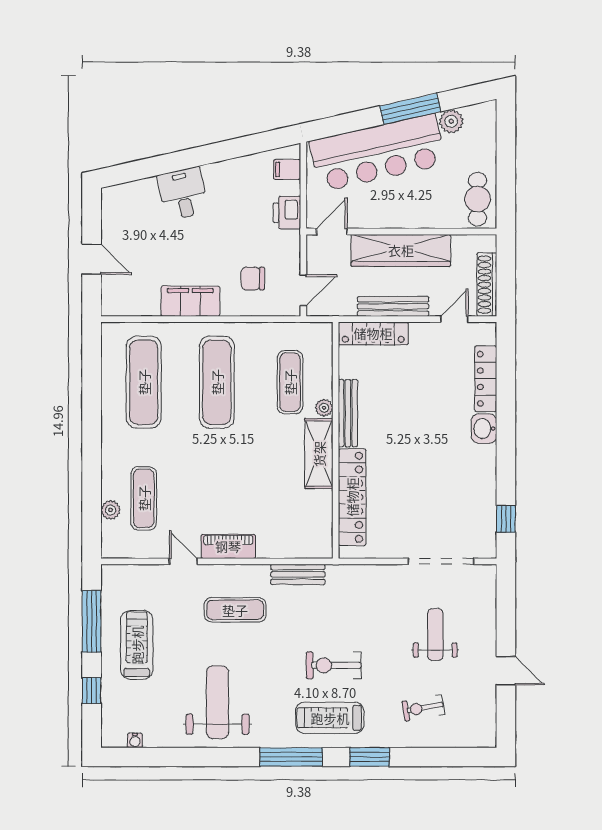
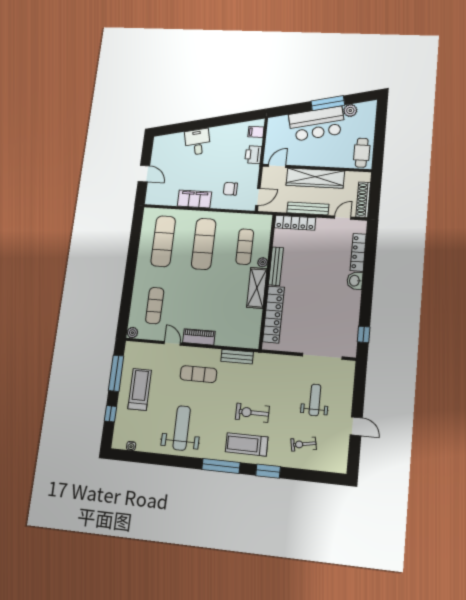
bar counter: (378, 153) -> (317, 124), width x0.73
plant: (111, 510) -> (132, 333), moved

